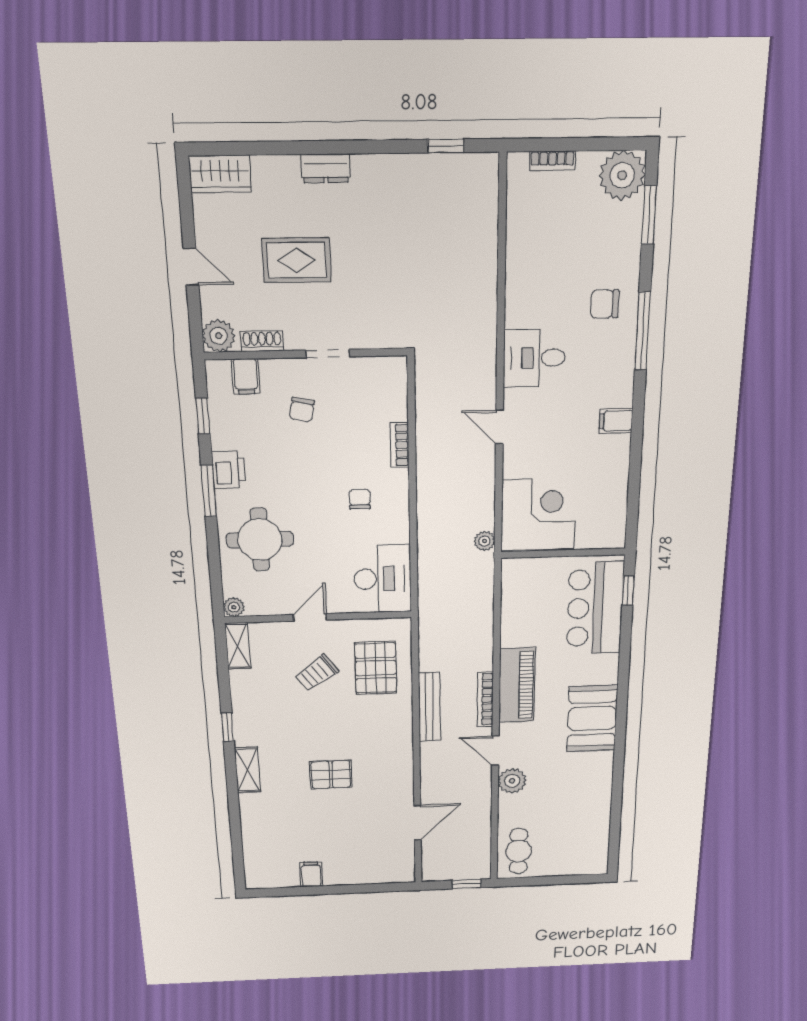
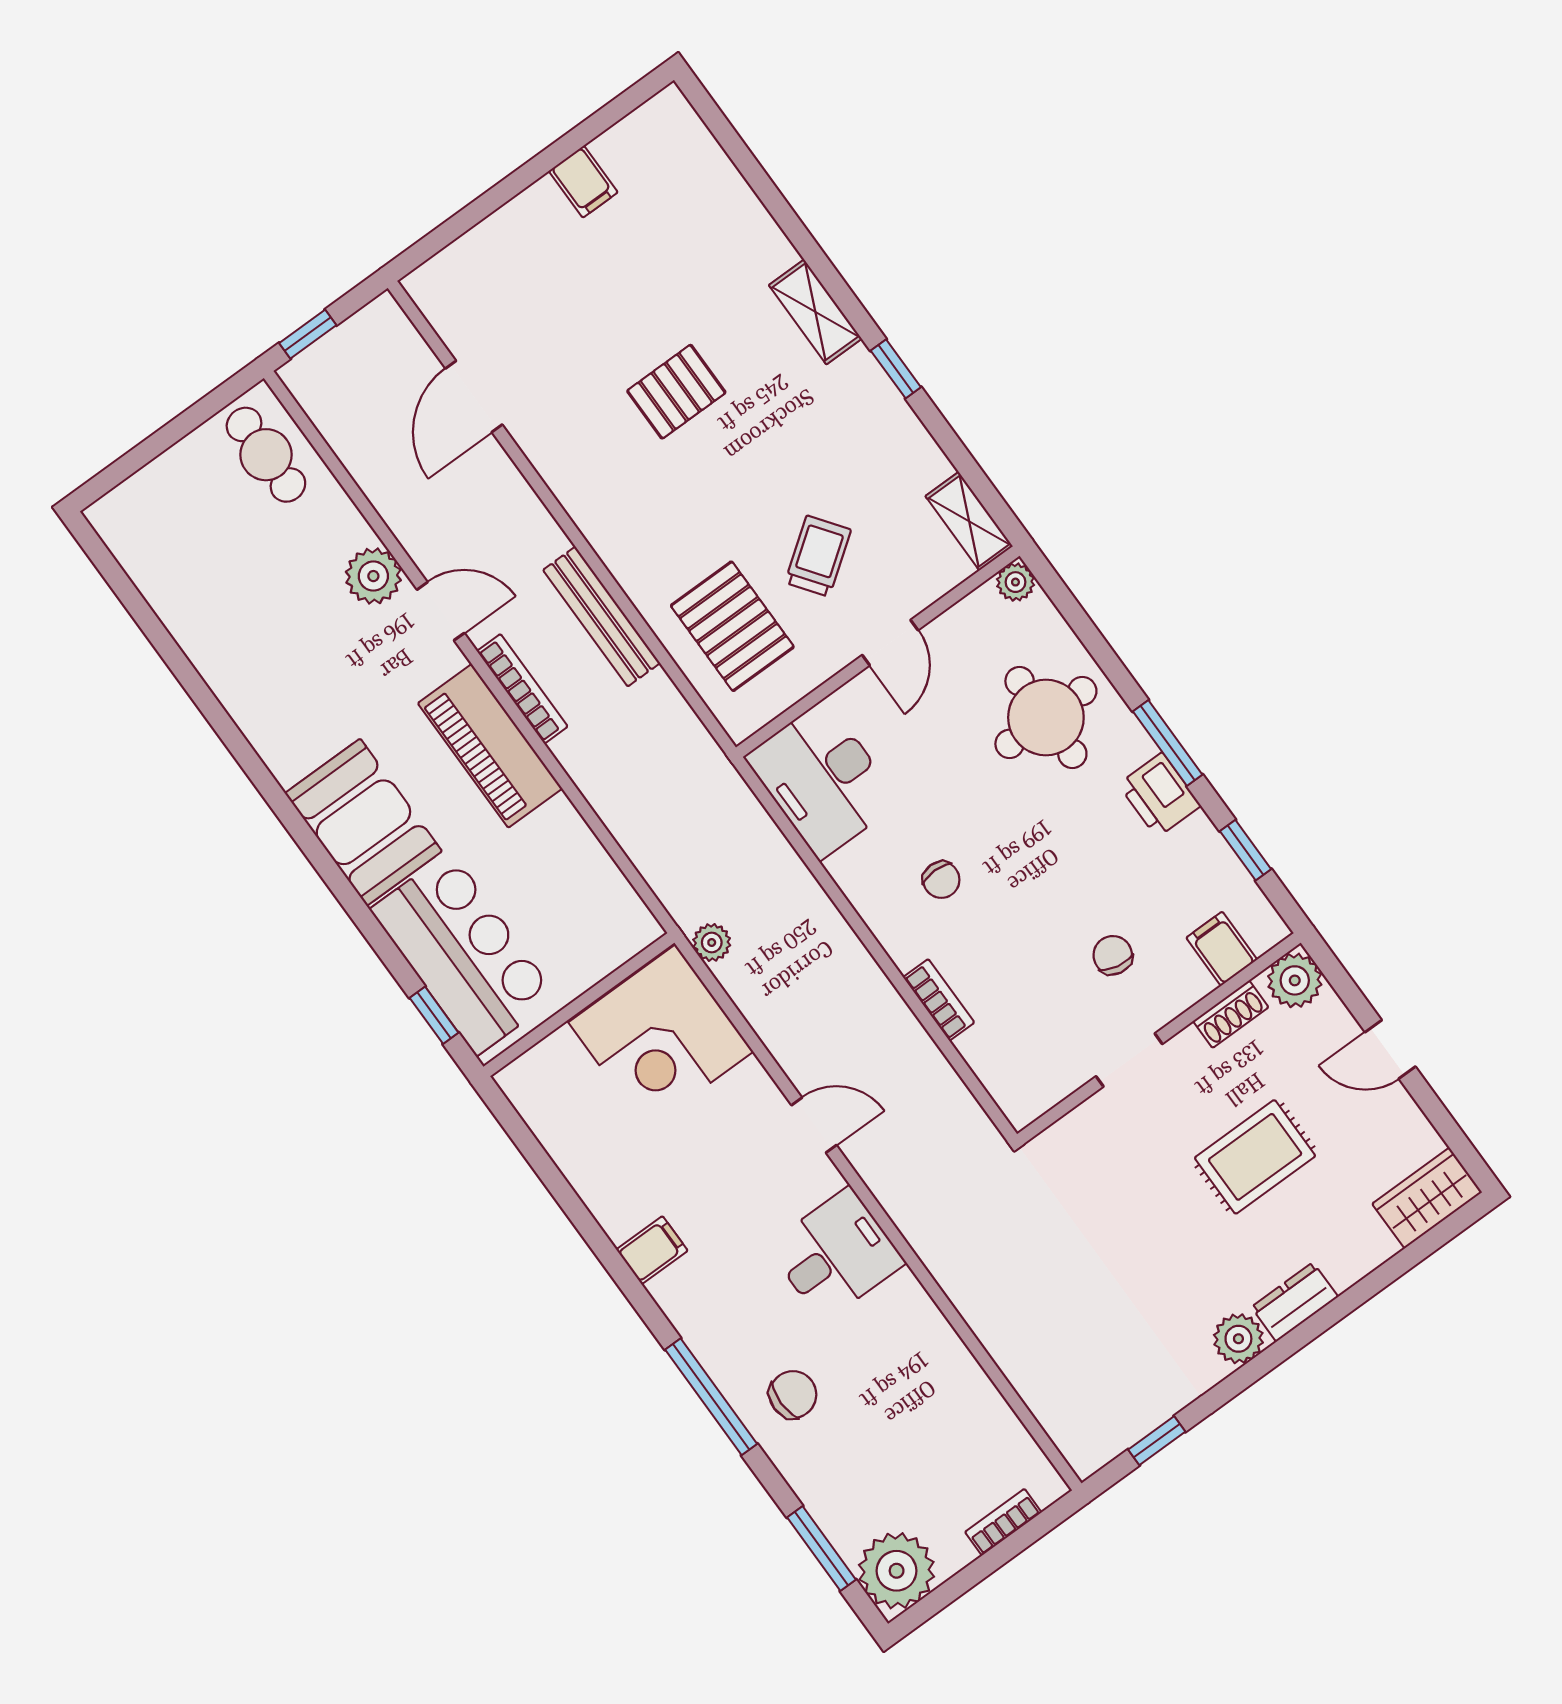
plant: (368, 170) -> (1238, 1339), added
booth: (592, 719) -> (363, 822), moved

